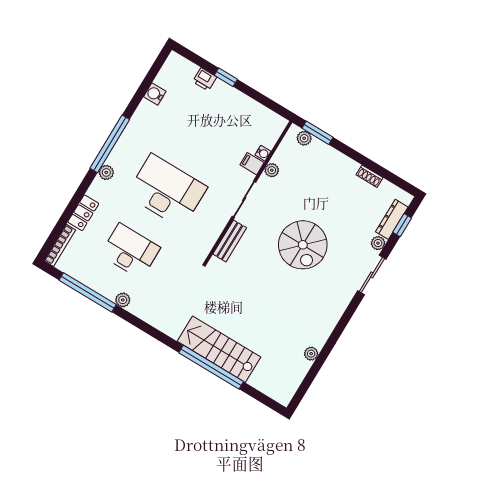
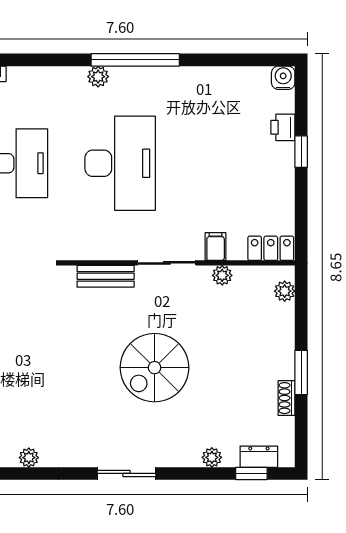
water cooler: (155, 94) -> (283, 78), moved
window: (317, 133) -> (301, 373), moved
water cooler: (263, 153) -> (236, 252), removed
locker: (83, 213) -> (271, 248), moved, turned 180
dresser: (392, 219) -> (259, 457), width x0.70
sliding door: (372, 275) -> (127, 473), moved

